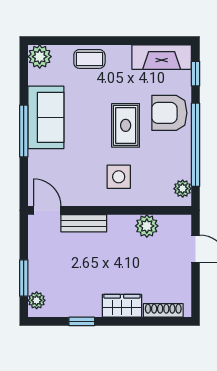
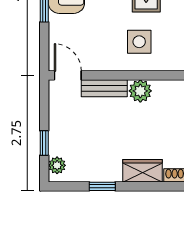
plant: (147, 226) -> (140, 91), moved
window: (24, 278) -> (44, 143), width x0.67

